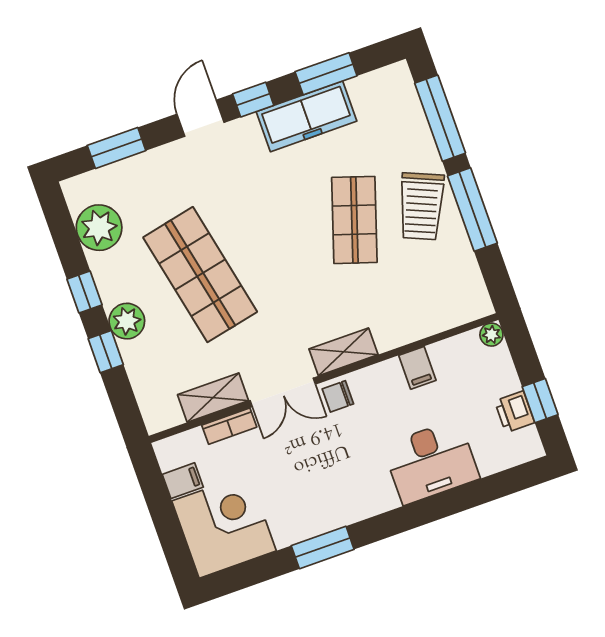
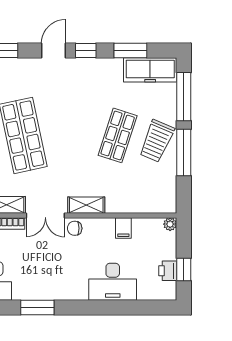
freezer: (306, 116) -> (150, 70), moved

